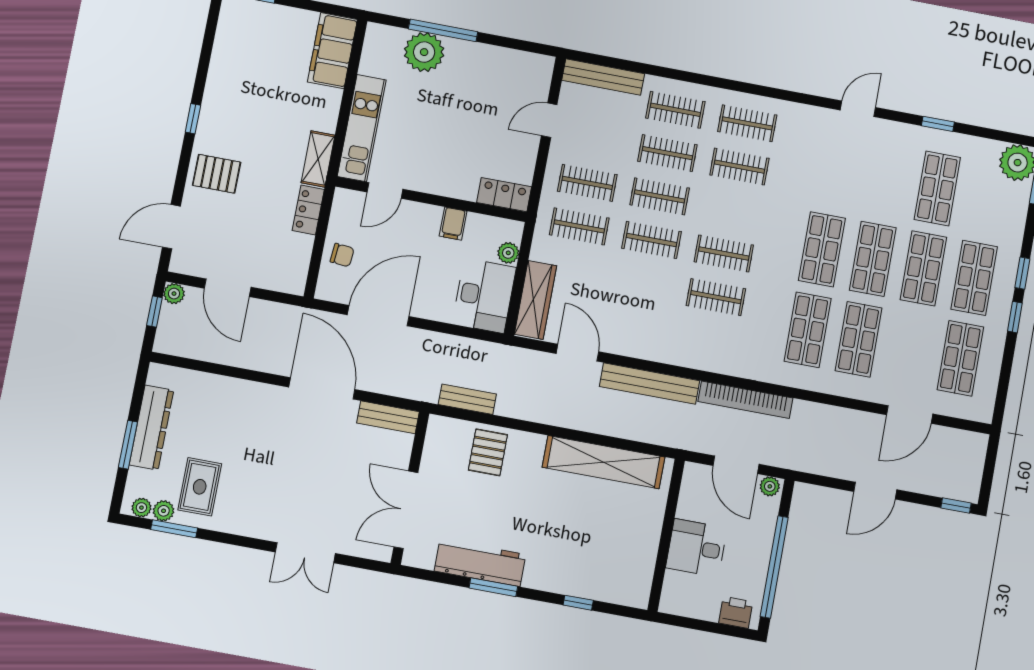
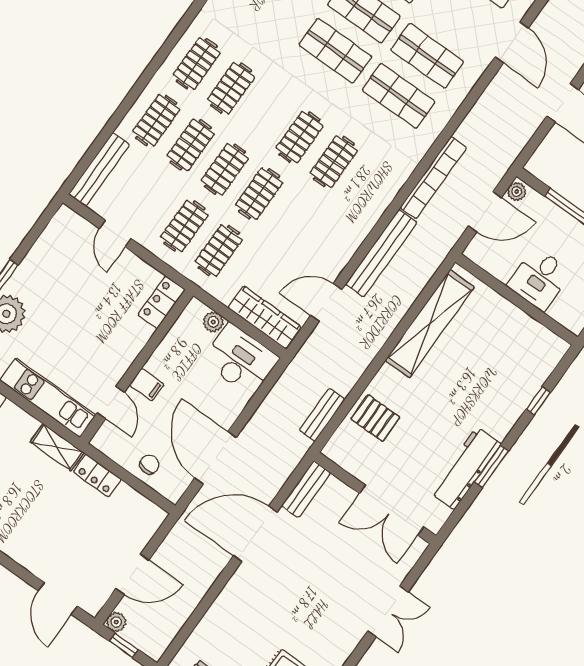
pallet: (217, 174) -> (30, 539), removed
filing cabinet: (453, 224) -> (147, 385), moved

